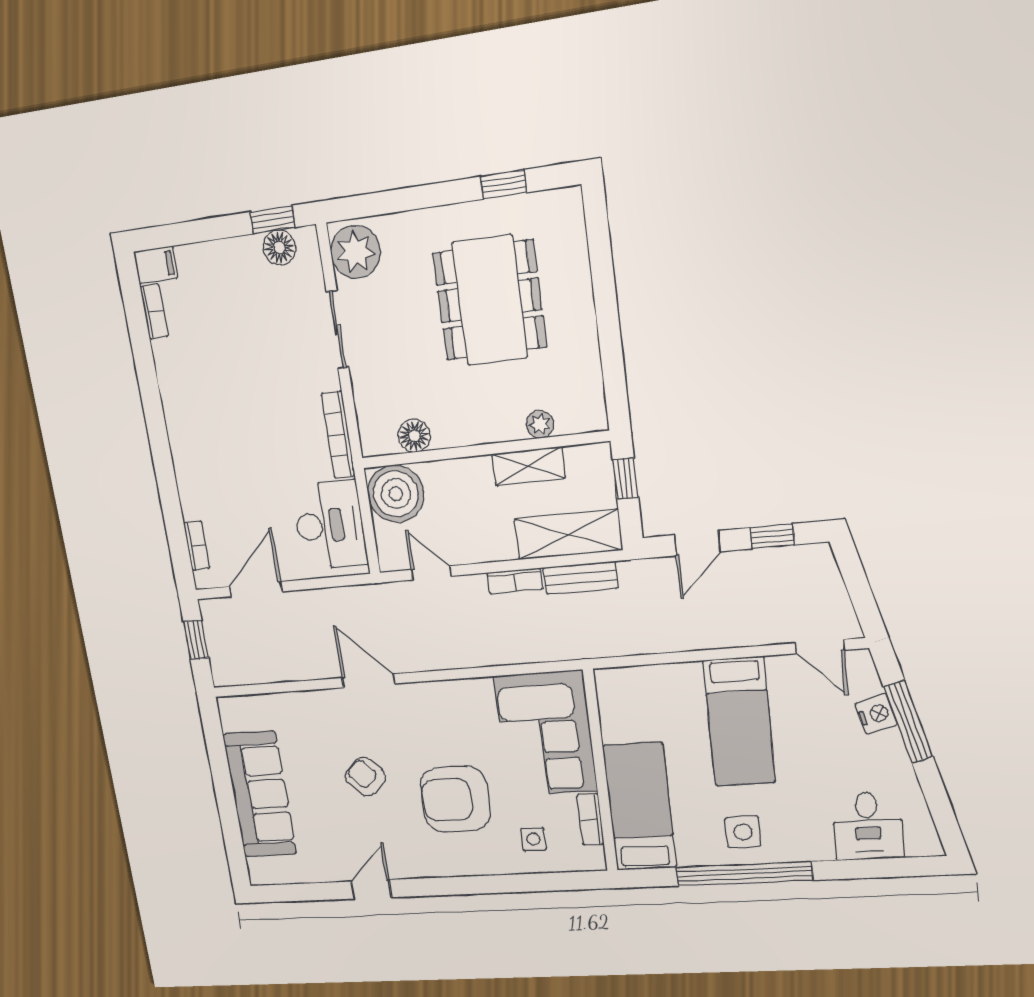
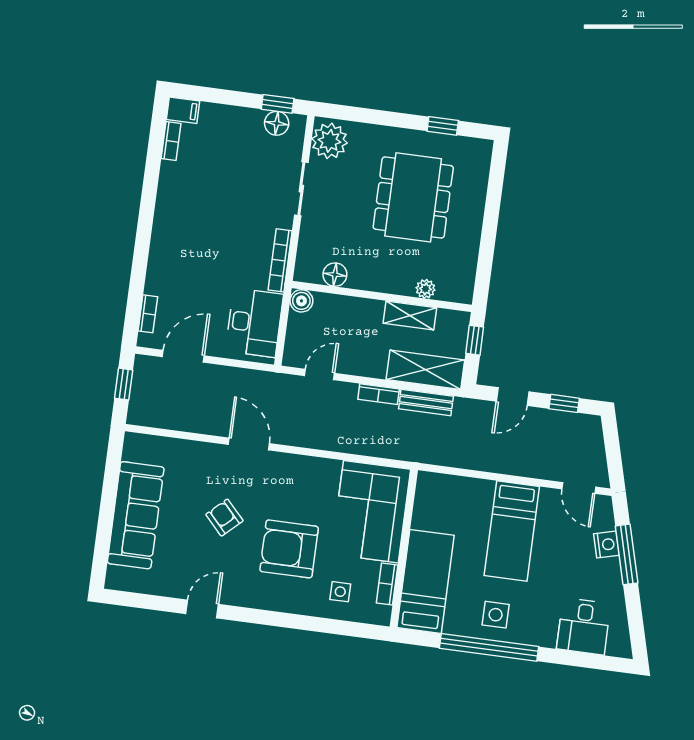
boiler: (396, 494) -> (301, 301), width x0.54, depth x0.54
door: (431, 573) -> (319, 374), hinge flipped

